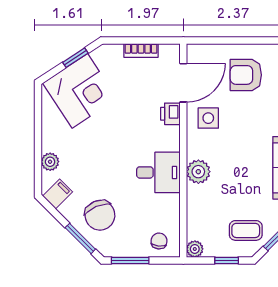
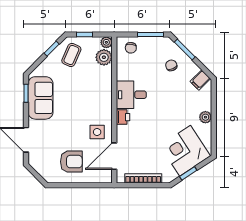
bookcase: (141, 50) -> (143, 178), width x1.56
printer: (170, 114) -> (123, 117), moved
plant: (50, 162) -> (205, 117), moved
plant: (198, 172) -> (104, 57), moved
chair: (100, 215) -> (171, 65), width x0.54, depth x0.54
coffee table: (246, 230) -> (71, 55), turned -66

